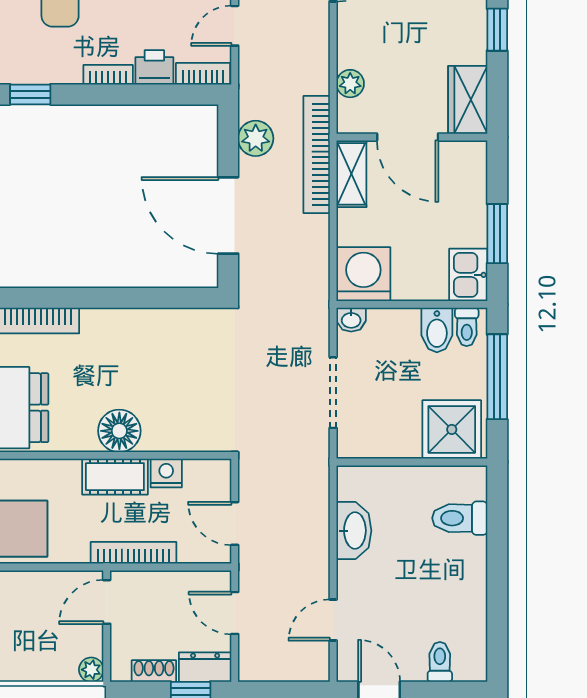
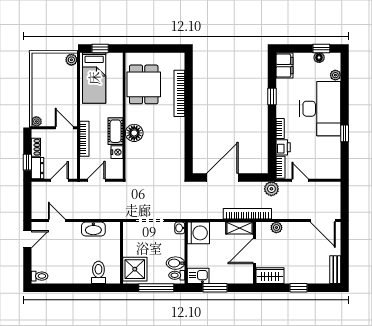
plant: (256, 138) -> (271, 189), moved
toilet: (440, 662) -> (40, 276), moved

